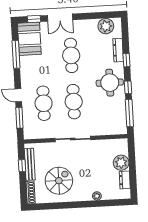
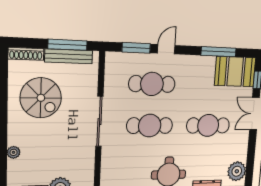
window: (22, 166) -> (68, 45), width x2.17

